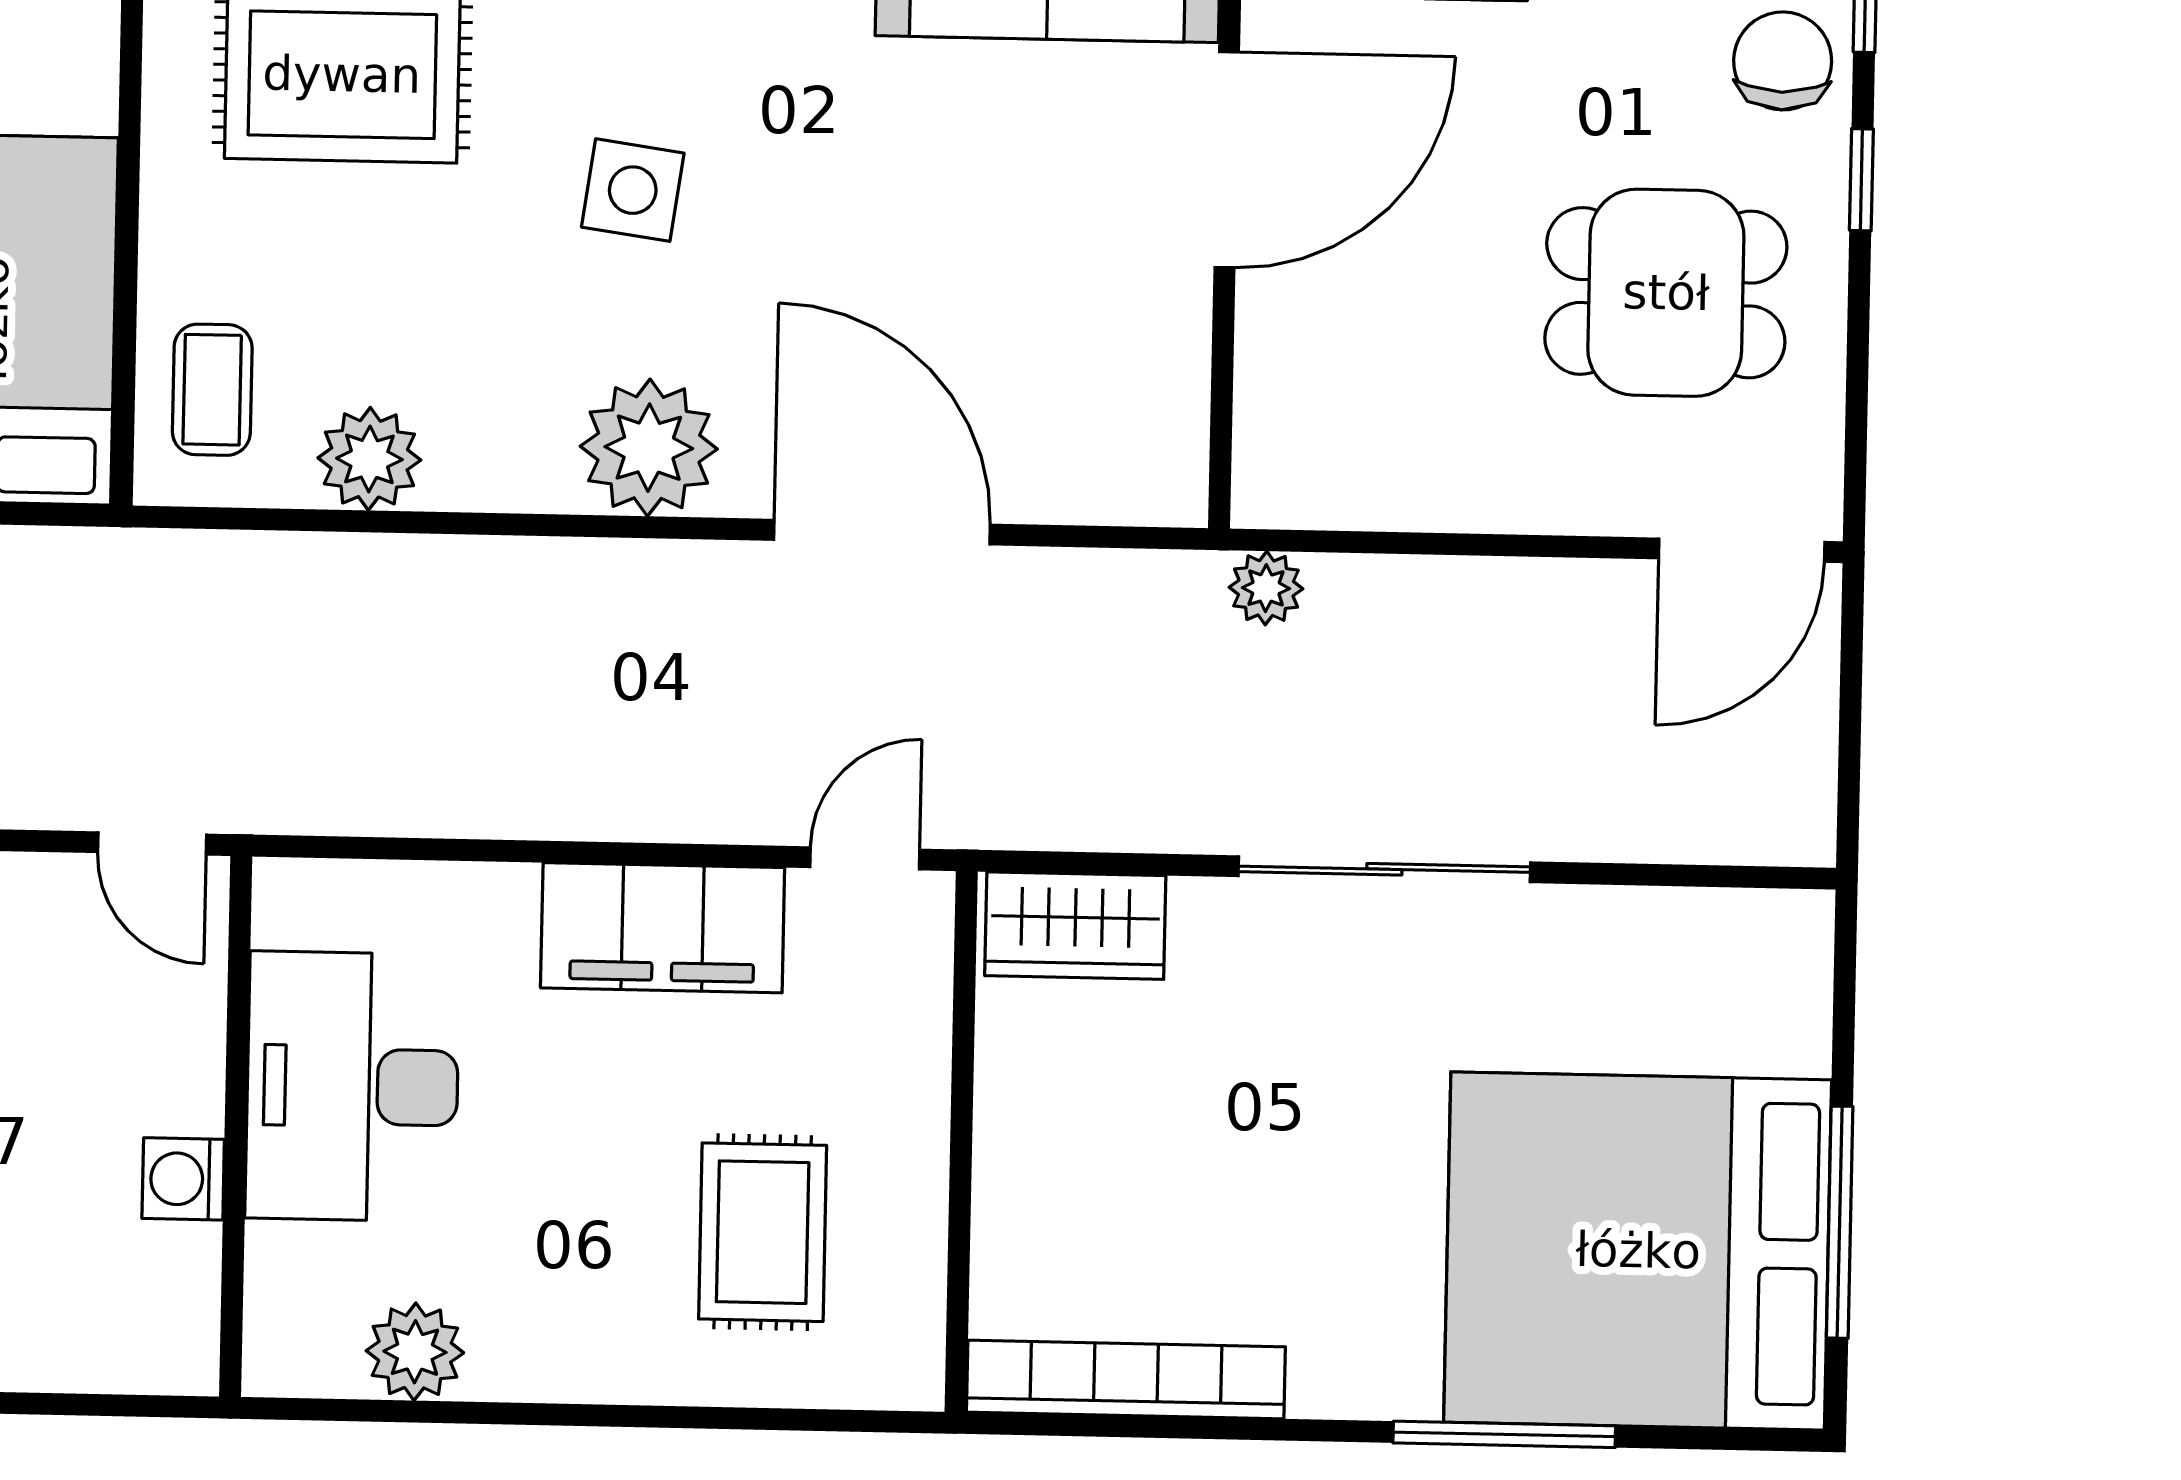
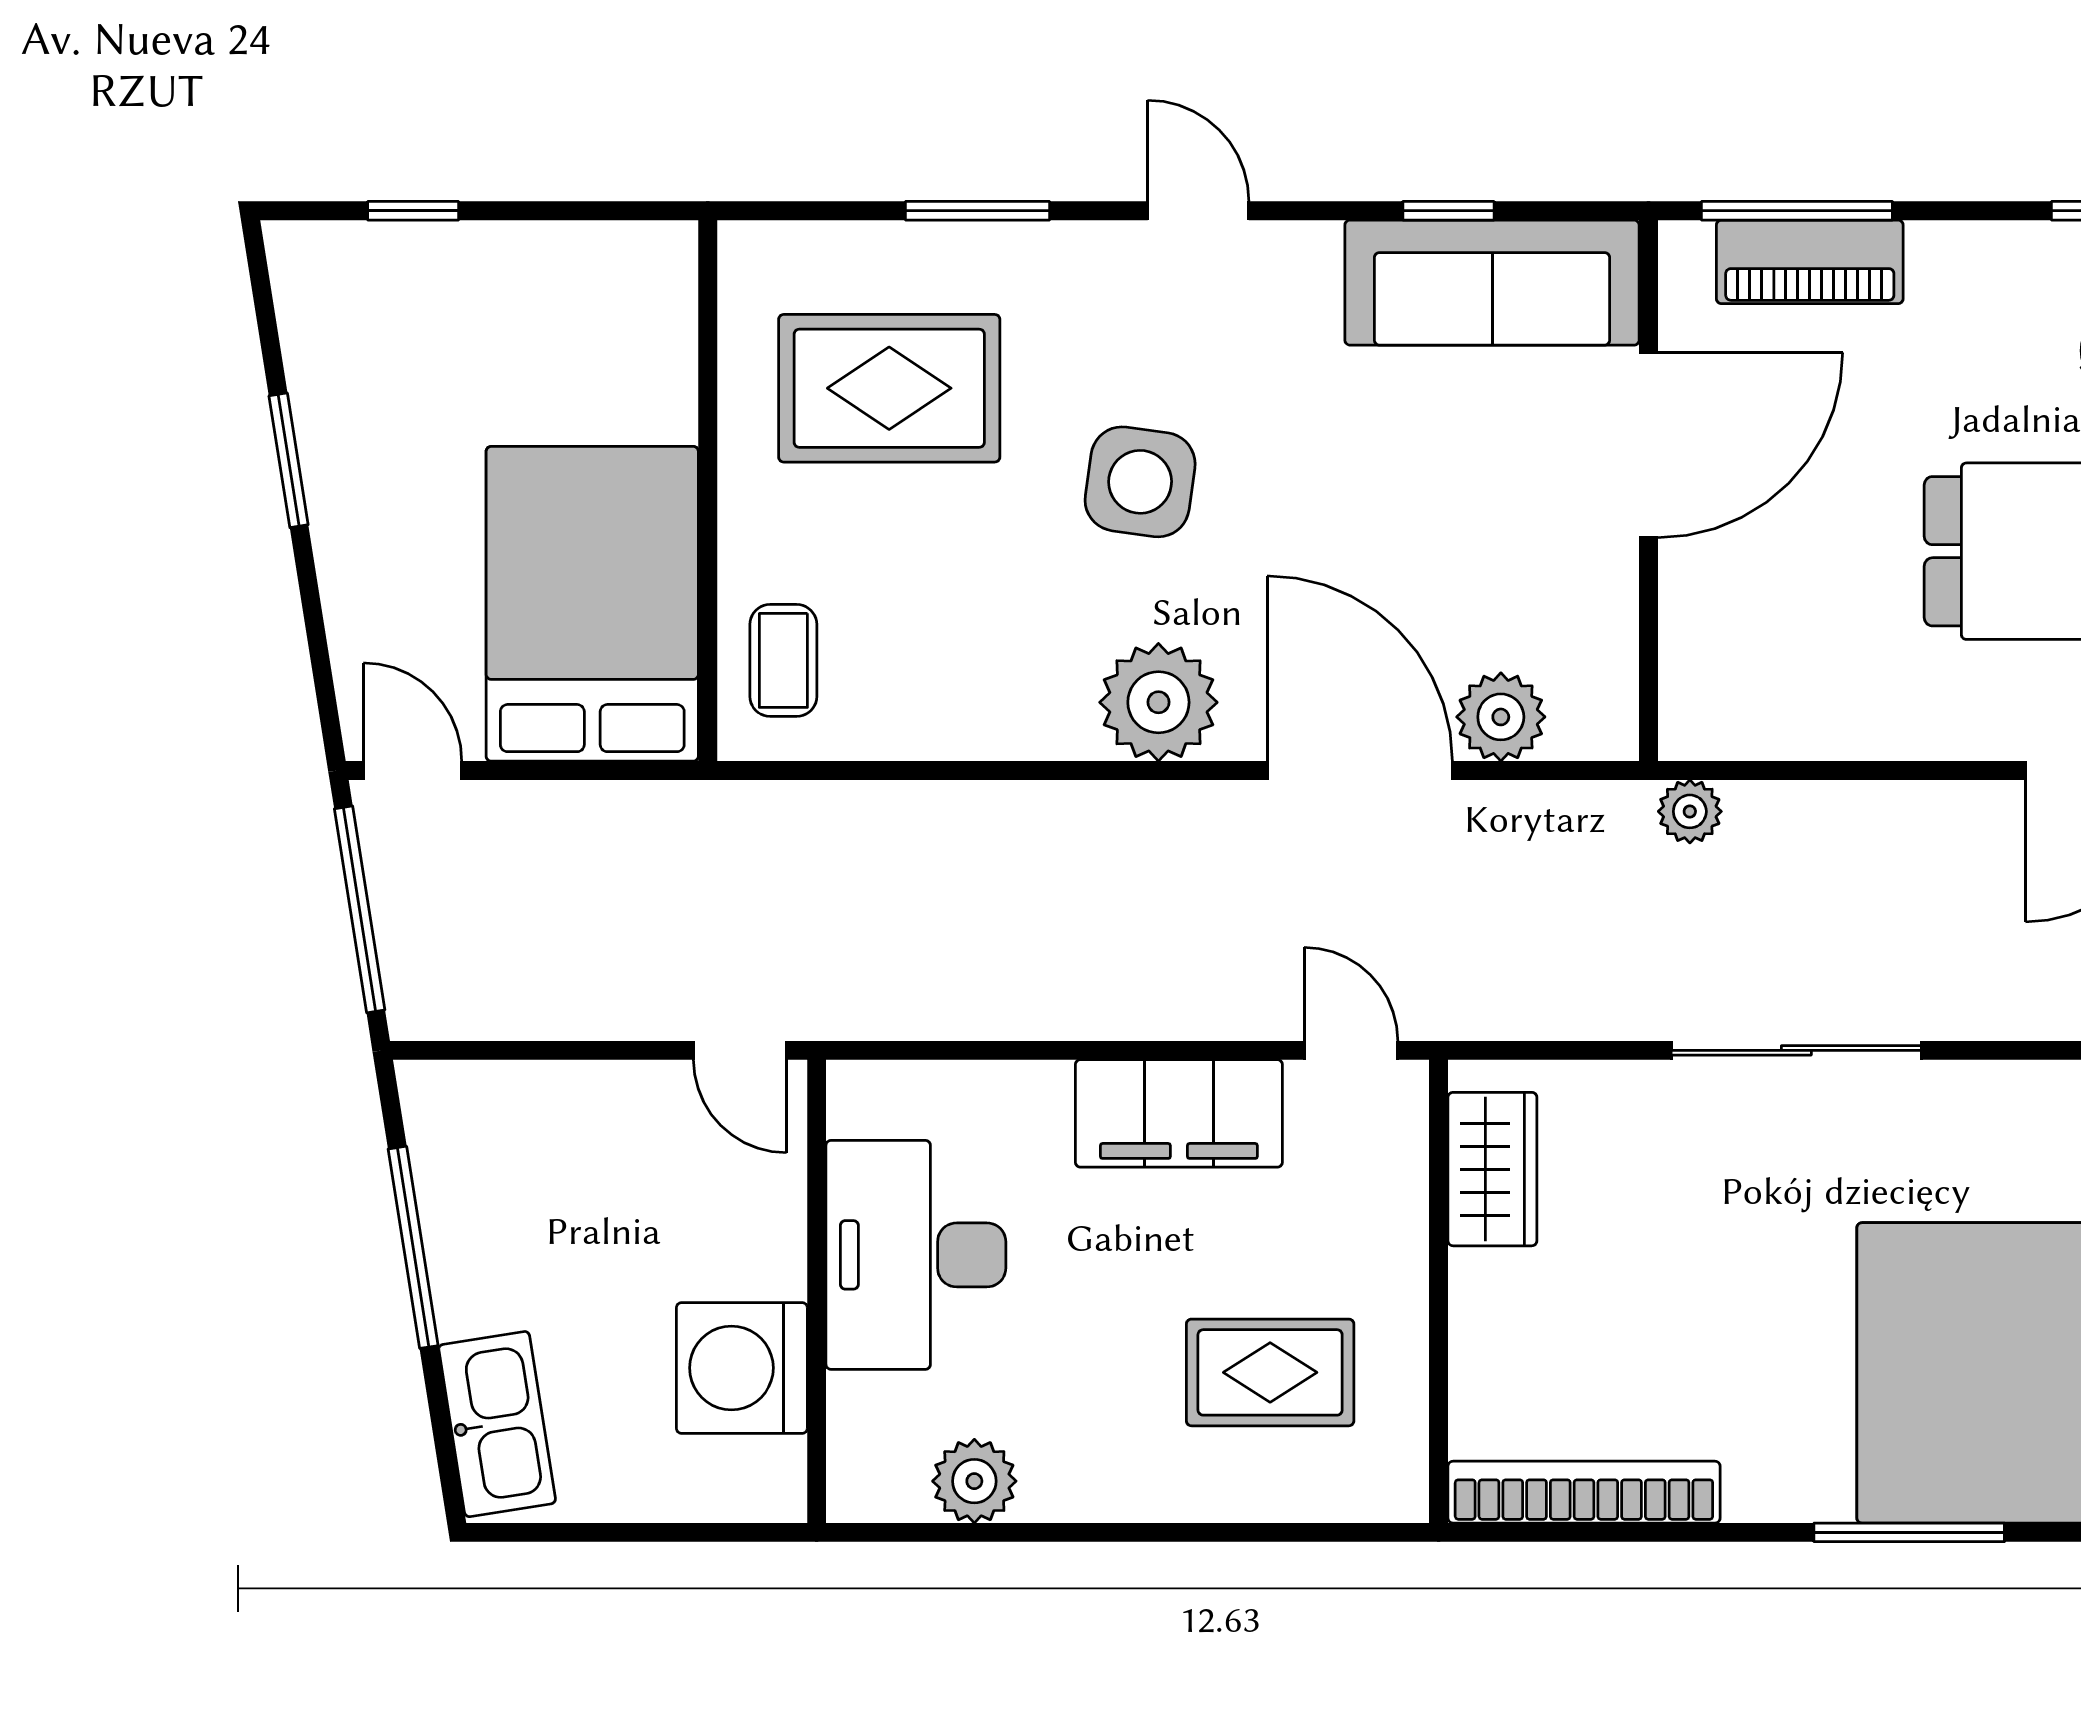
side table: (633, 190) -> (1140, 482), width x1.37, depth x1.37
plant: (369, 459) -> (1501, 717), moved
door: (865, 858) -> (1351, 1050), hinge flipped
wardrobe: (1075, 926) -> (1492, 1169), moved, turned -90
washing machine: (183, 1179) -> (742, 1368), width x1.89, depth x1.89
rug: (763, 1232) -> (1270, 1372), turned 90

